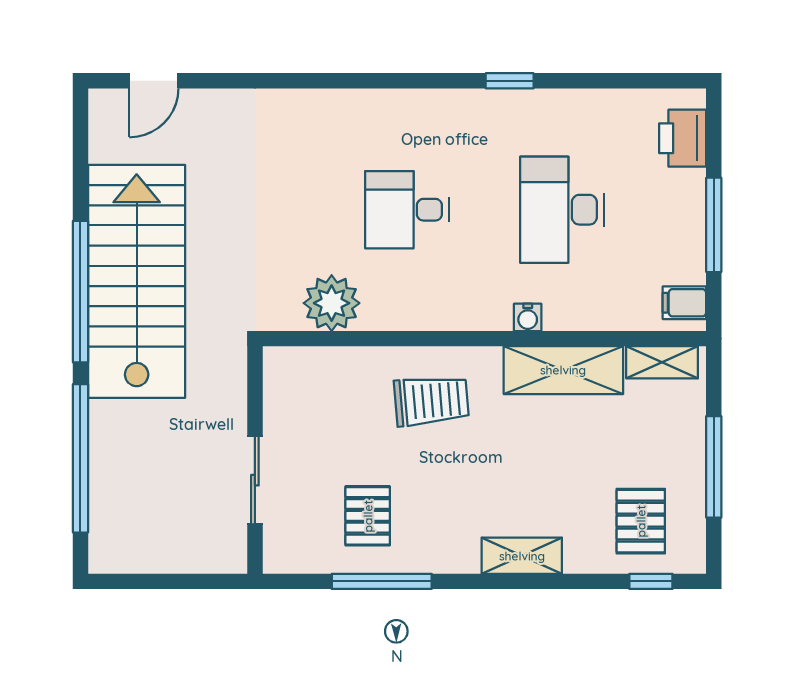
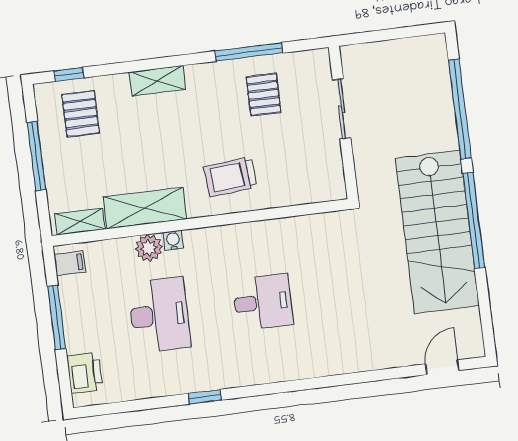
plant: (332, 303) -> (149, 248), moved, width x0.73, depth x0.73

